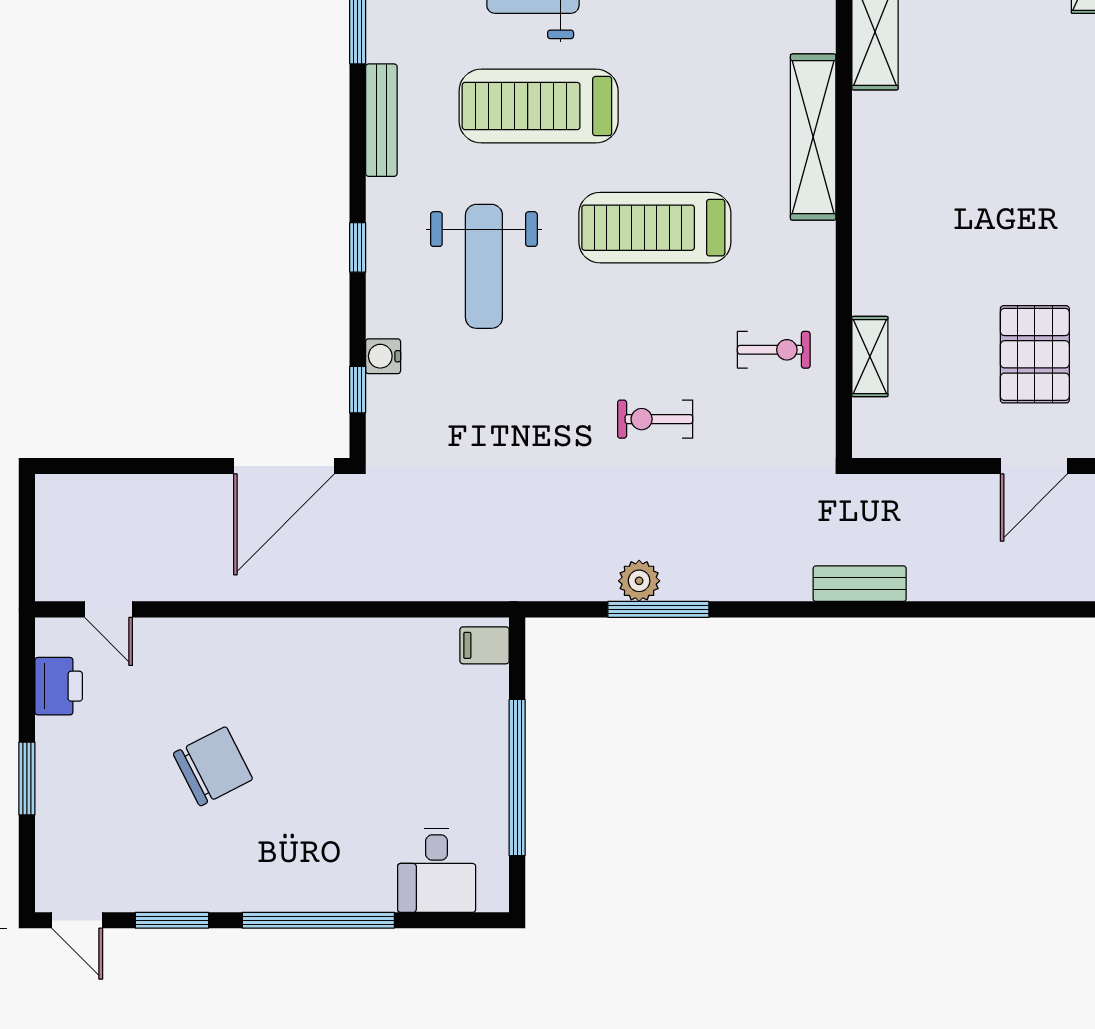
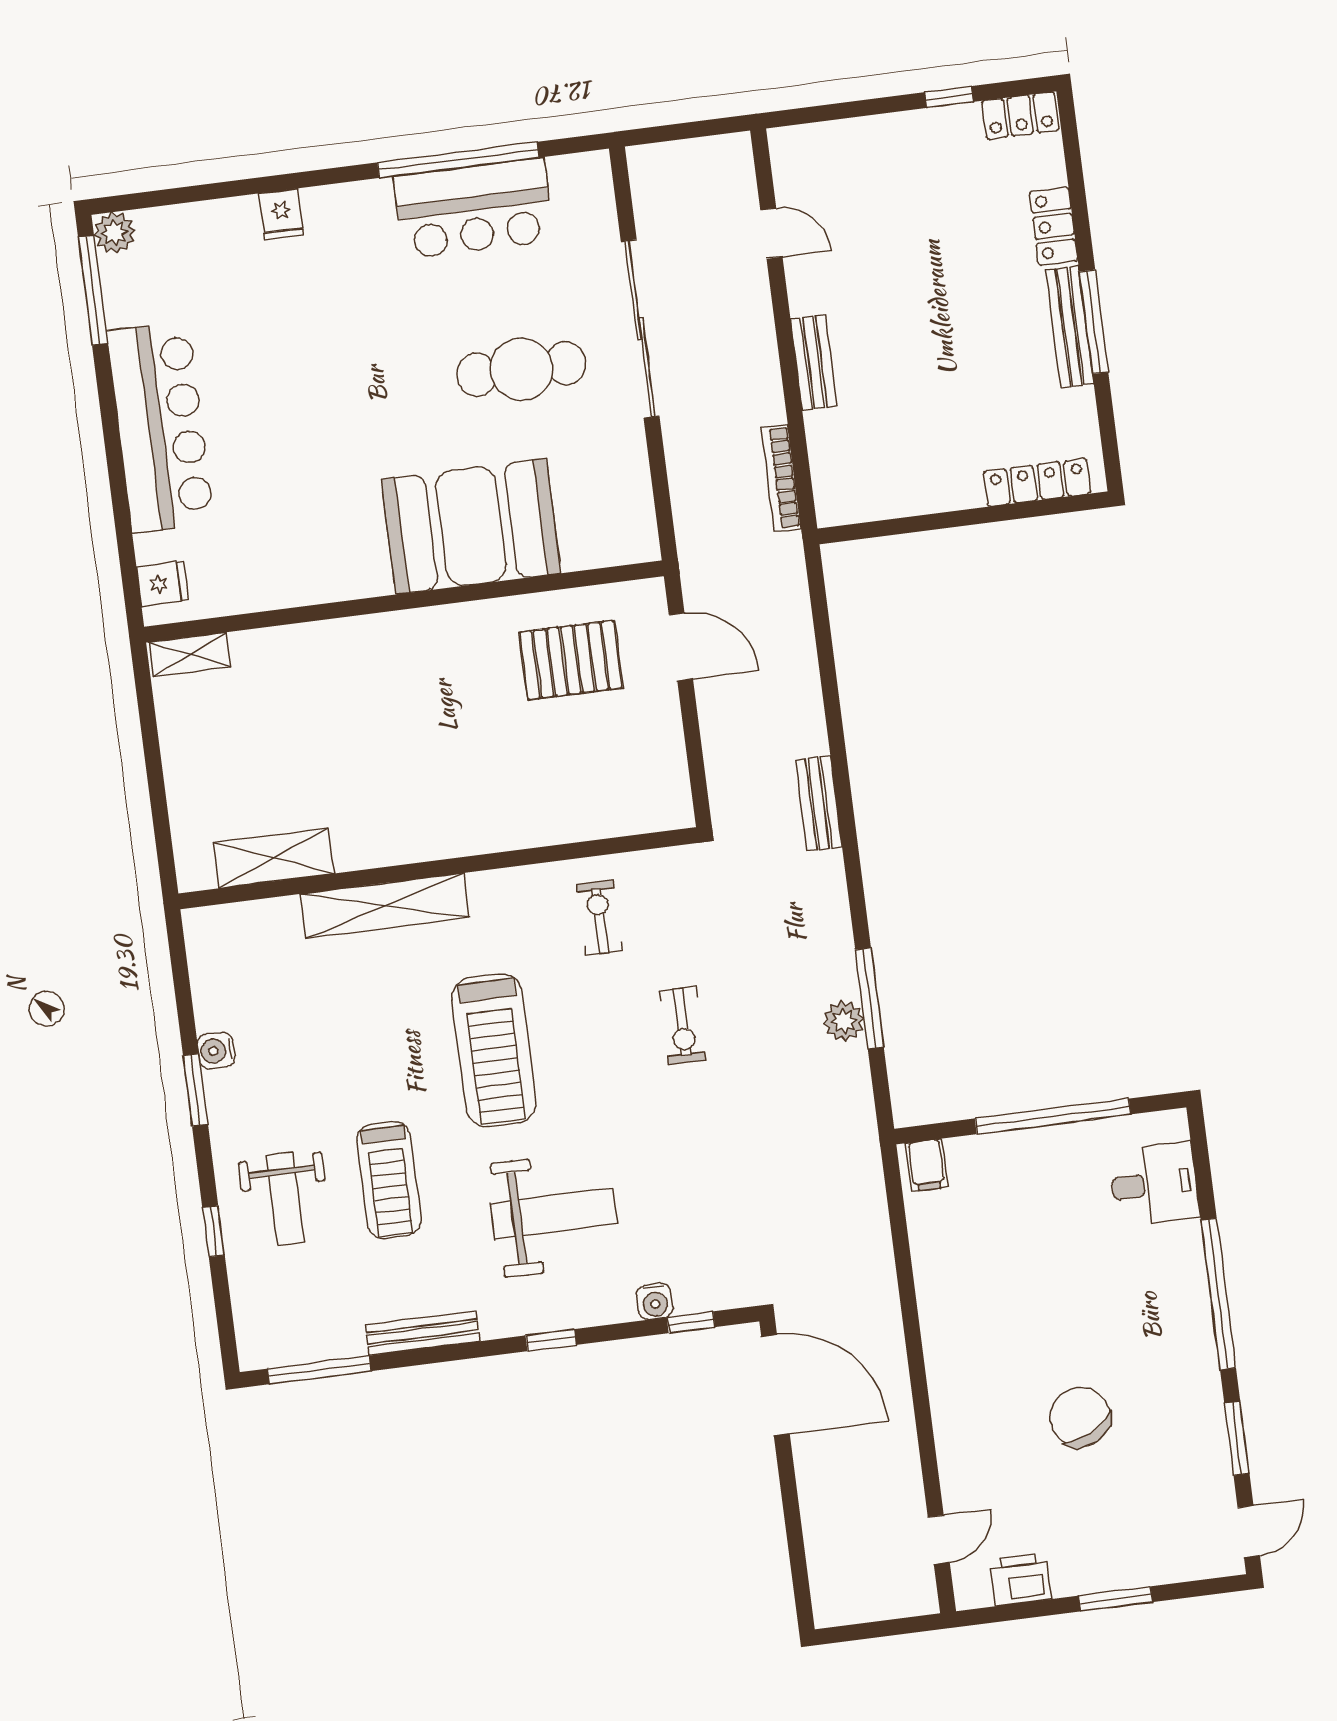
treadmill: (539, 106) -> (389, 1180), width x0.73, depth x0.73
shelving: (870, 357) -> (594, 822), removed

